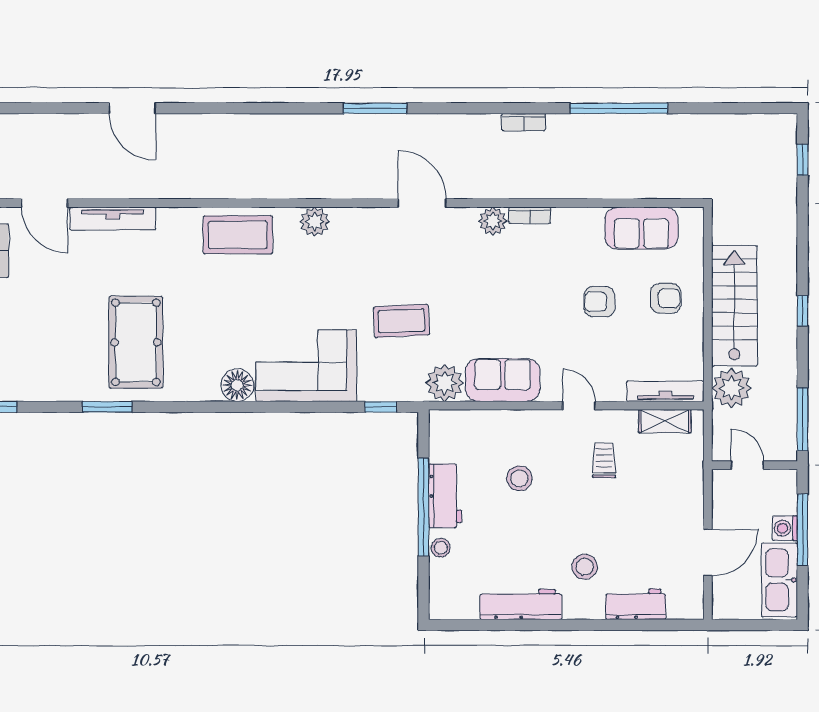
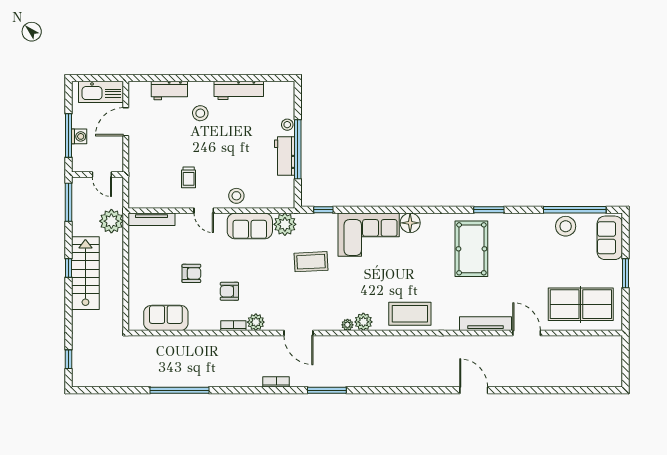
bookcase: (523, 122) -> (276, 382), moved
plant: (341, 217) -> (347, 325), added
armchair: (665, 298) -> (229, 291), moved
stairs: (734, 306) -> (85, 273), moved, turned 180
shelving: (665, 421) -> (152, 201), removed
stool: (519, 478) -> (236, 196), moved
kitchen sink: (779, 580) -> (101, 92), moved, turned 90

